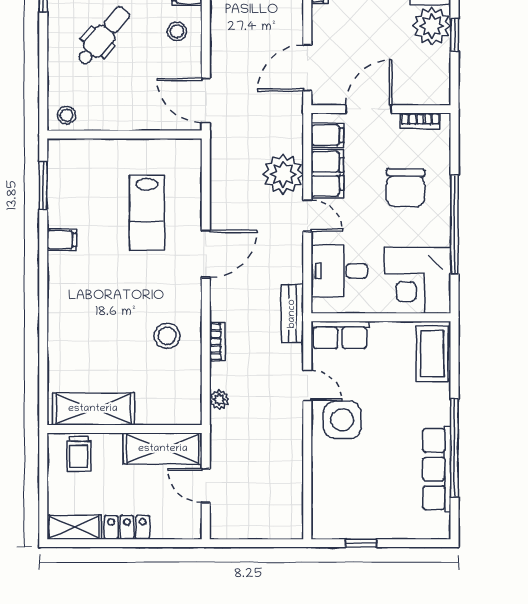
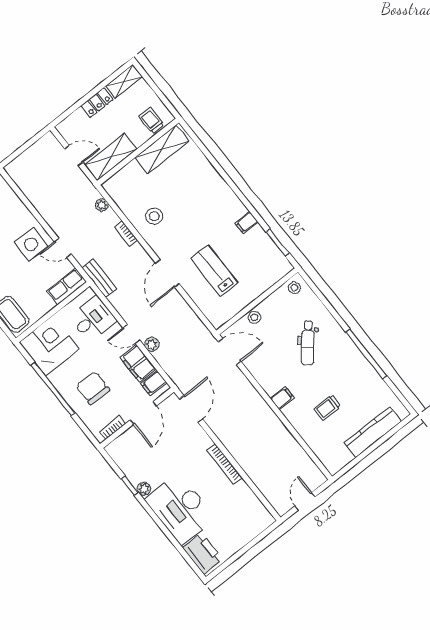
plant: (432, 26) -> (144, 489), width x0.53, depth x0.53
stool: (177, 31) -> (254, 317), moved
plant: (283, 174) -> (152, 344), width x0.53, depth x0.53

